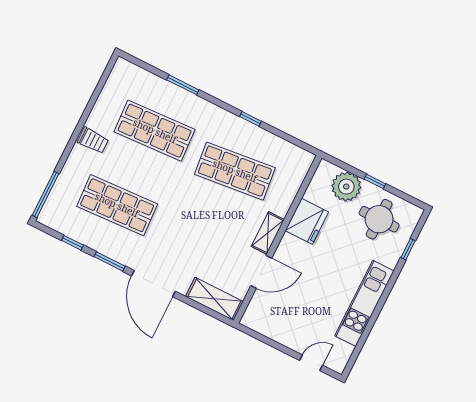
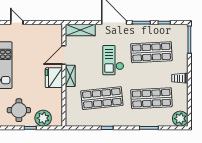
plant: (125, 74) -> (180, 119), added
fridge: (307, 221) -> (54, 78), moved
checkout: (186, 223) -> (113, 60), added
door: (311, 363) -> (17, 23), swing flipped

